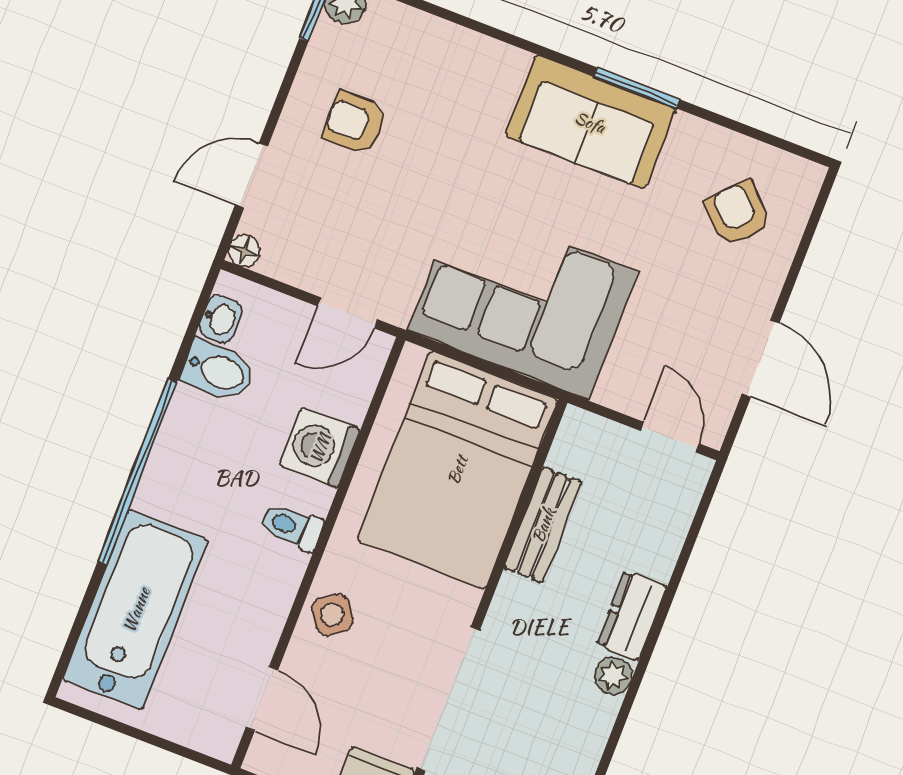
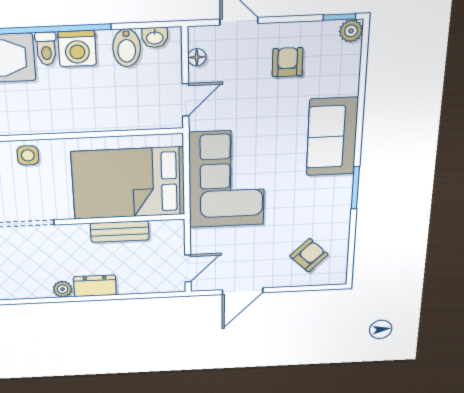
sofa: (590, 122) -> (332, 137), moved
floor lamp: (245, 251) -> (197, 57), moved
door: (348, 313) -> (186, 100), swing flipped
washing machine: (320, 448) -> (77, 48), moved, turned 180
toilet: (292, 526) -> (46, 49), moved, turned 180
side table: (332, 615) -> (28, 155), turned 36

